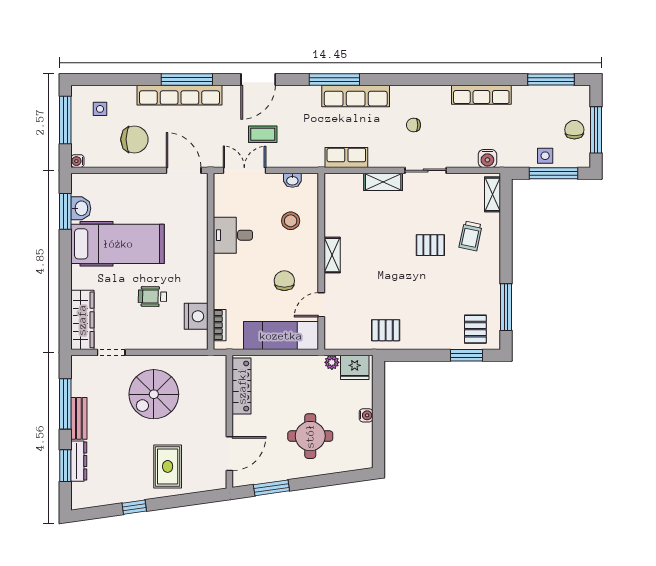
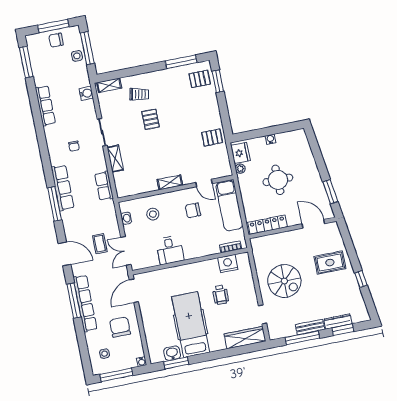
pallet: (386, 330) -> (212, 138), turned 90
round table: (310, 436) -> (278, 180), moved

